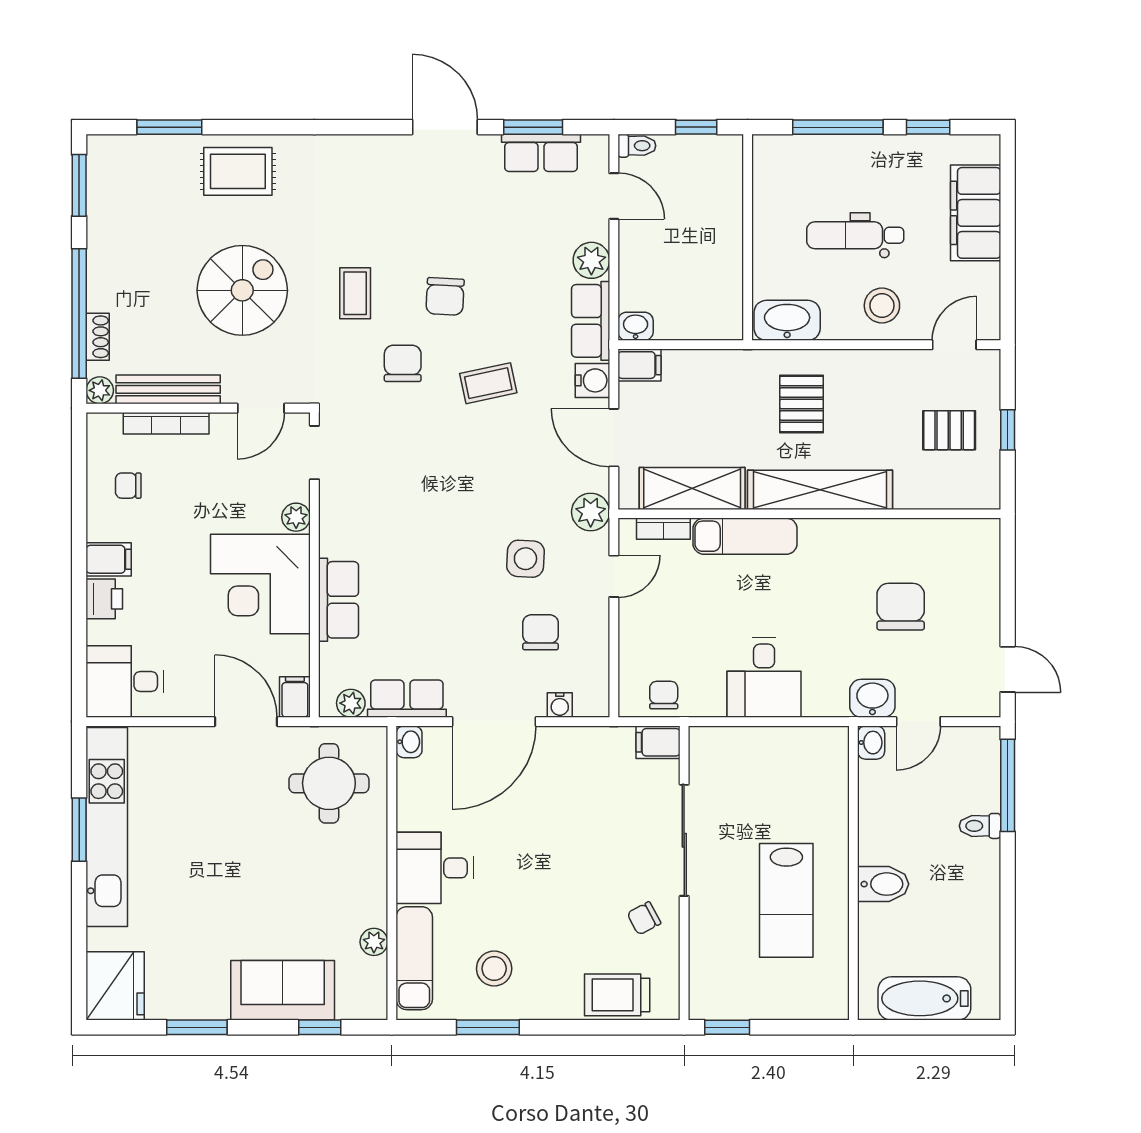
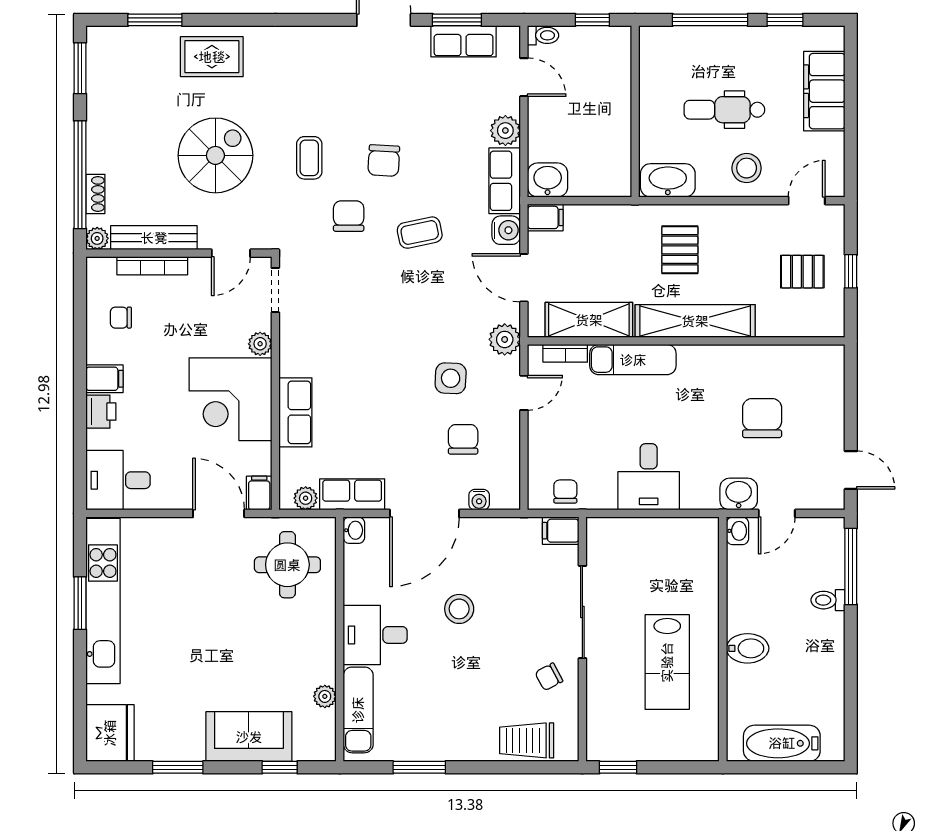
washbasin: (636, 326) -> (548, 180), width x1.38, depth x1.45
stool: (494, 969) -> (459, 609), moved

